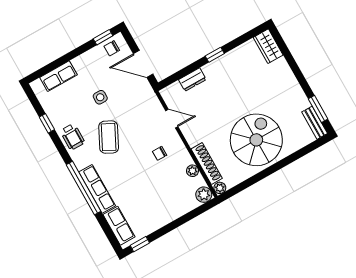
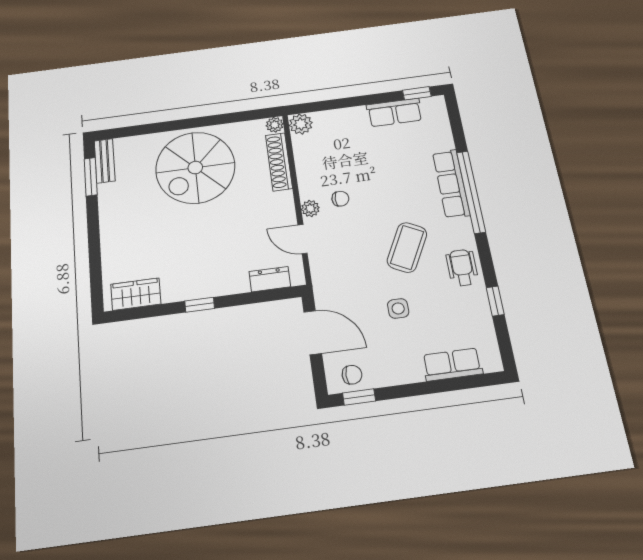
wardrobe: (268, 46) -> (136, 294), moved, turned -90
dresser: (192, 80) -> (270, 279), moved
plant: (193, 171) -> (310, 208), moved
row of seats: (119, 226) -> (394, 112), moved, turned -90

